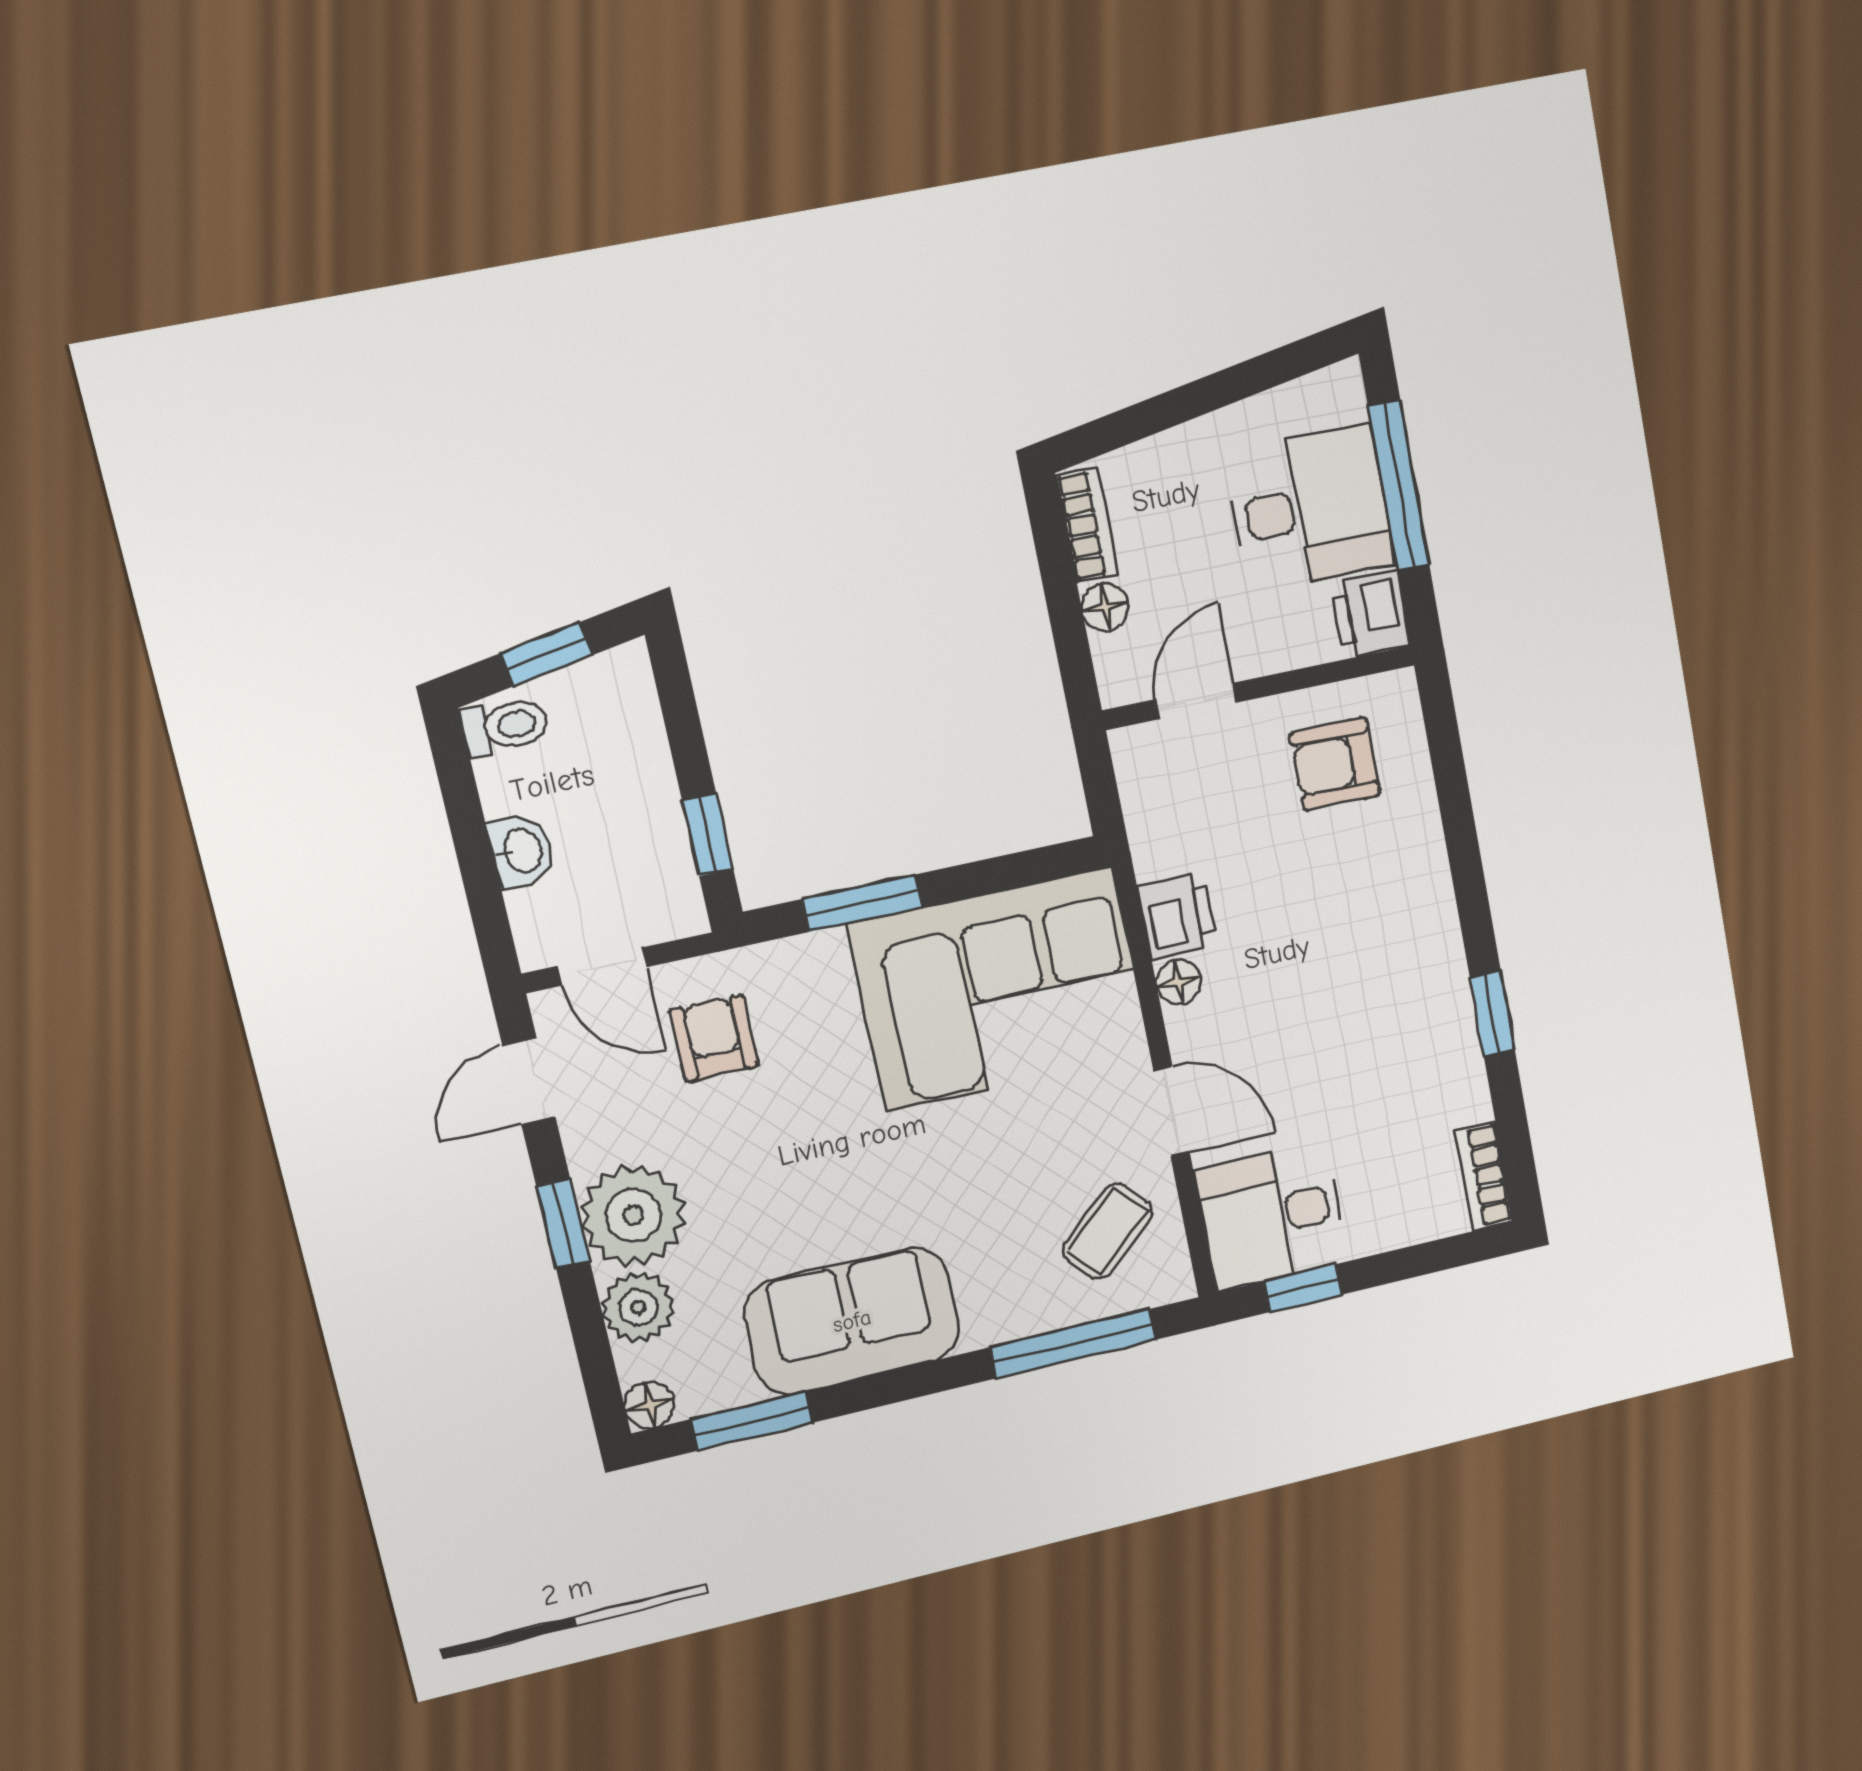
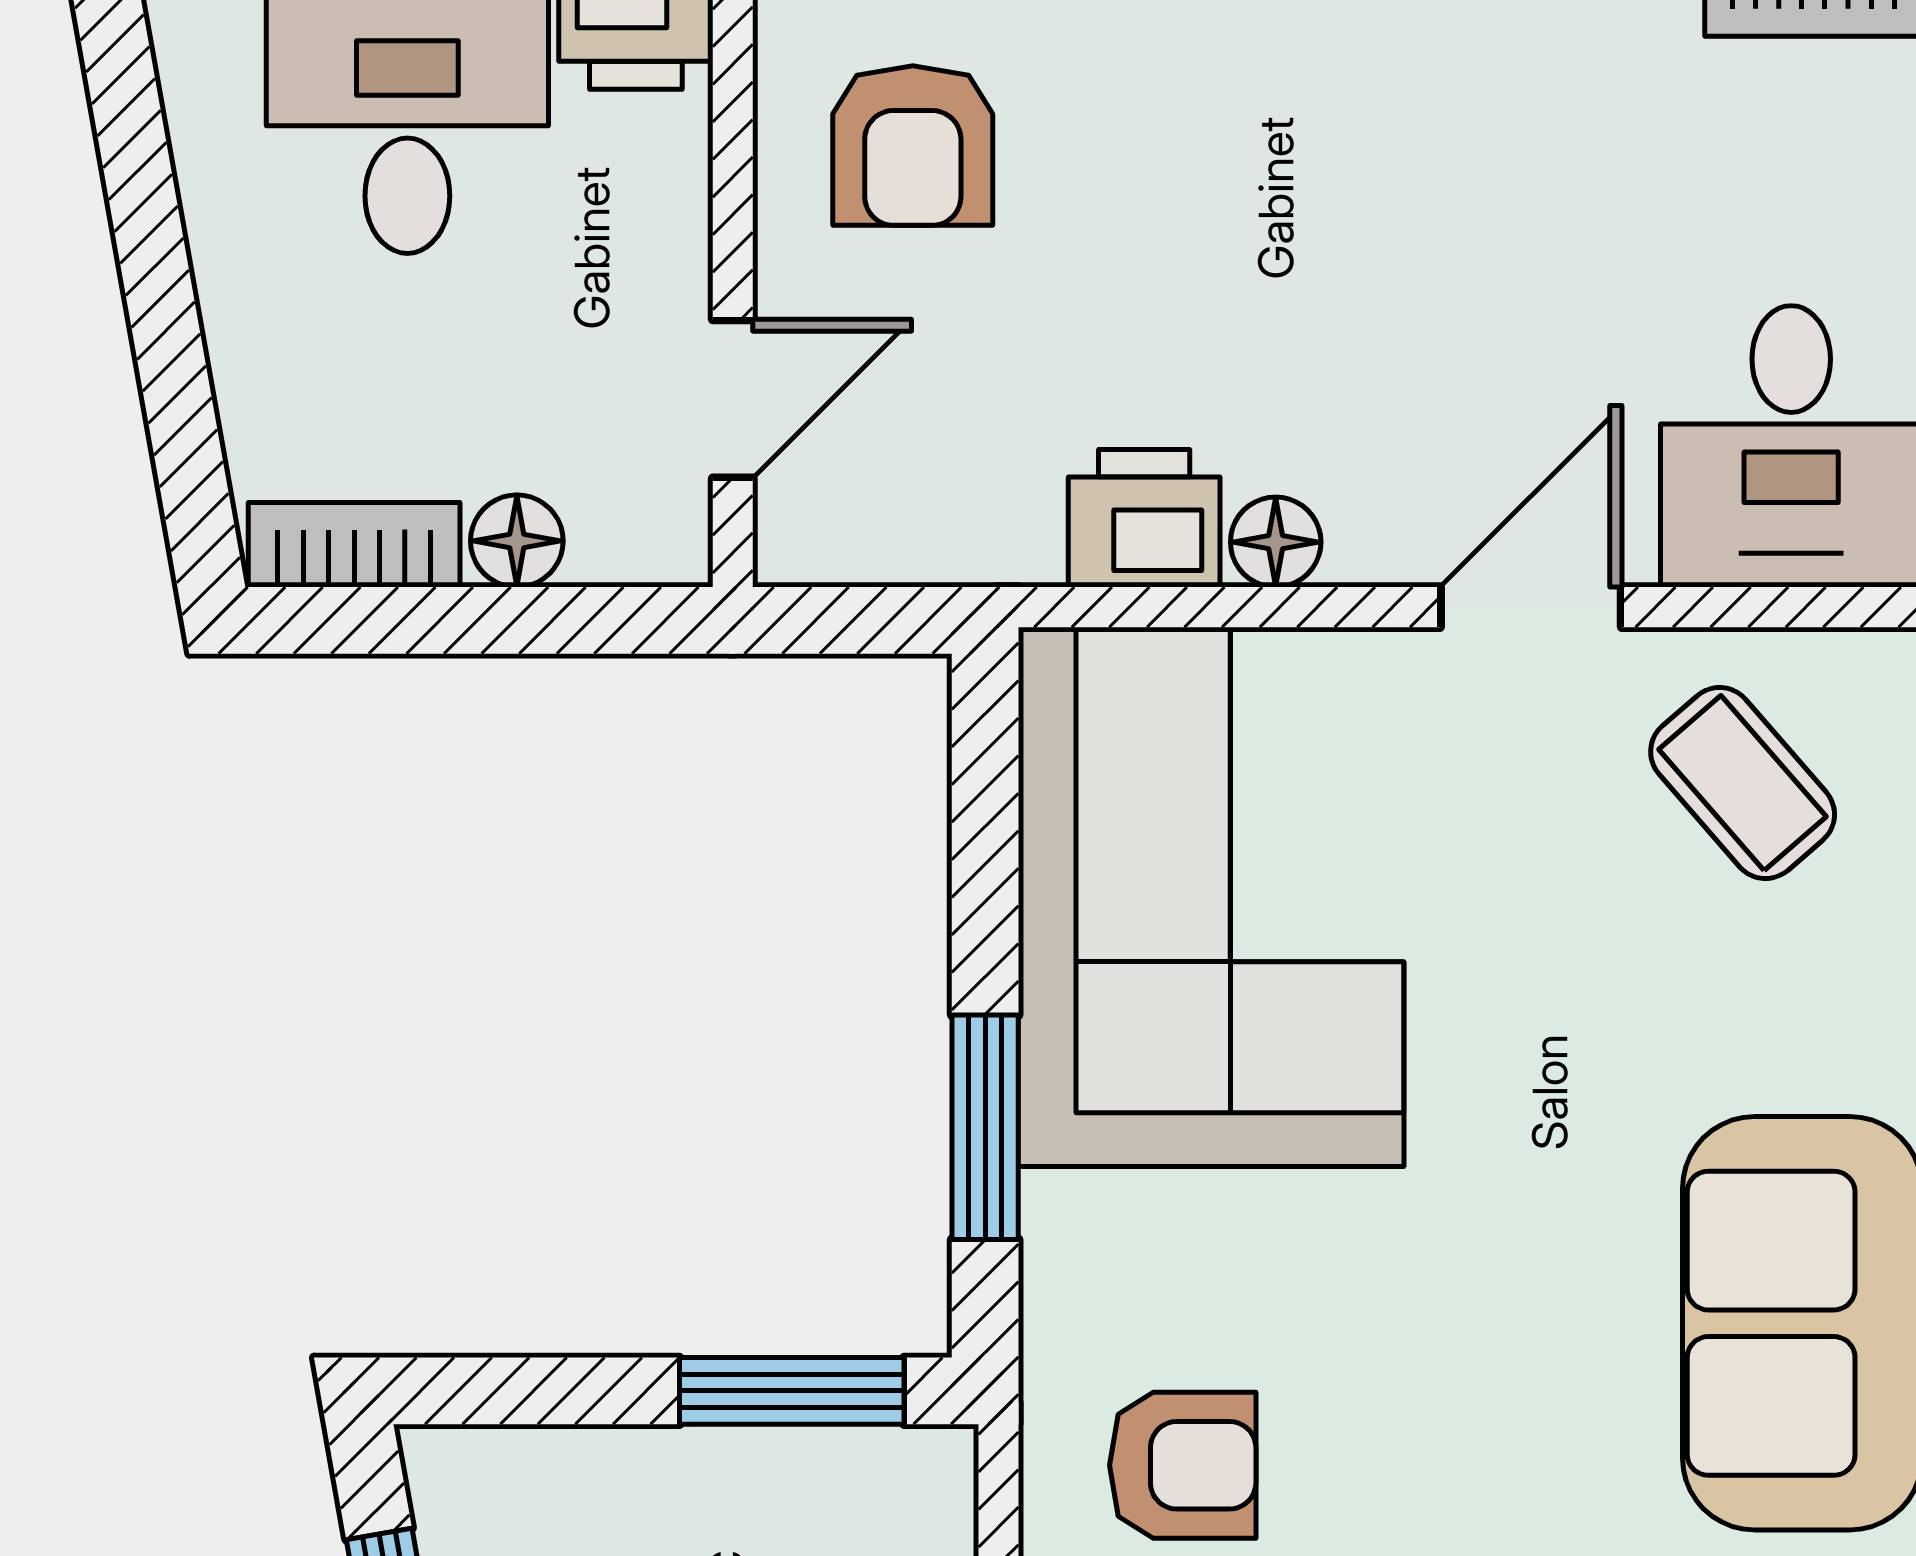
door: (1196, 701) -> (733, 399), swing flipped
window: (708, 835) -> (792, 1391), width x1.50
armchair: (714, 1038) -> (1183, 1465), turned 180

